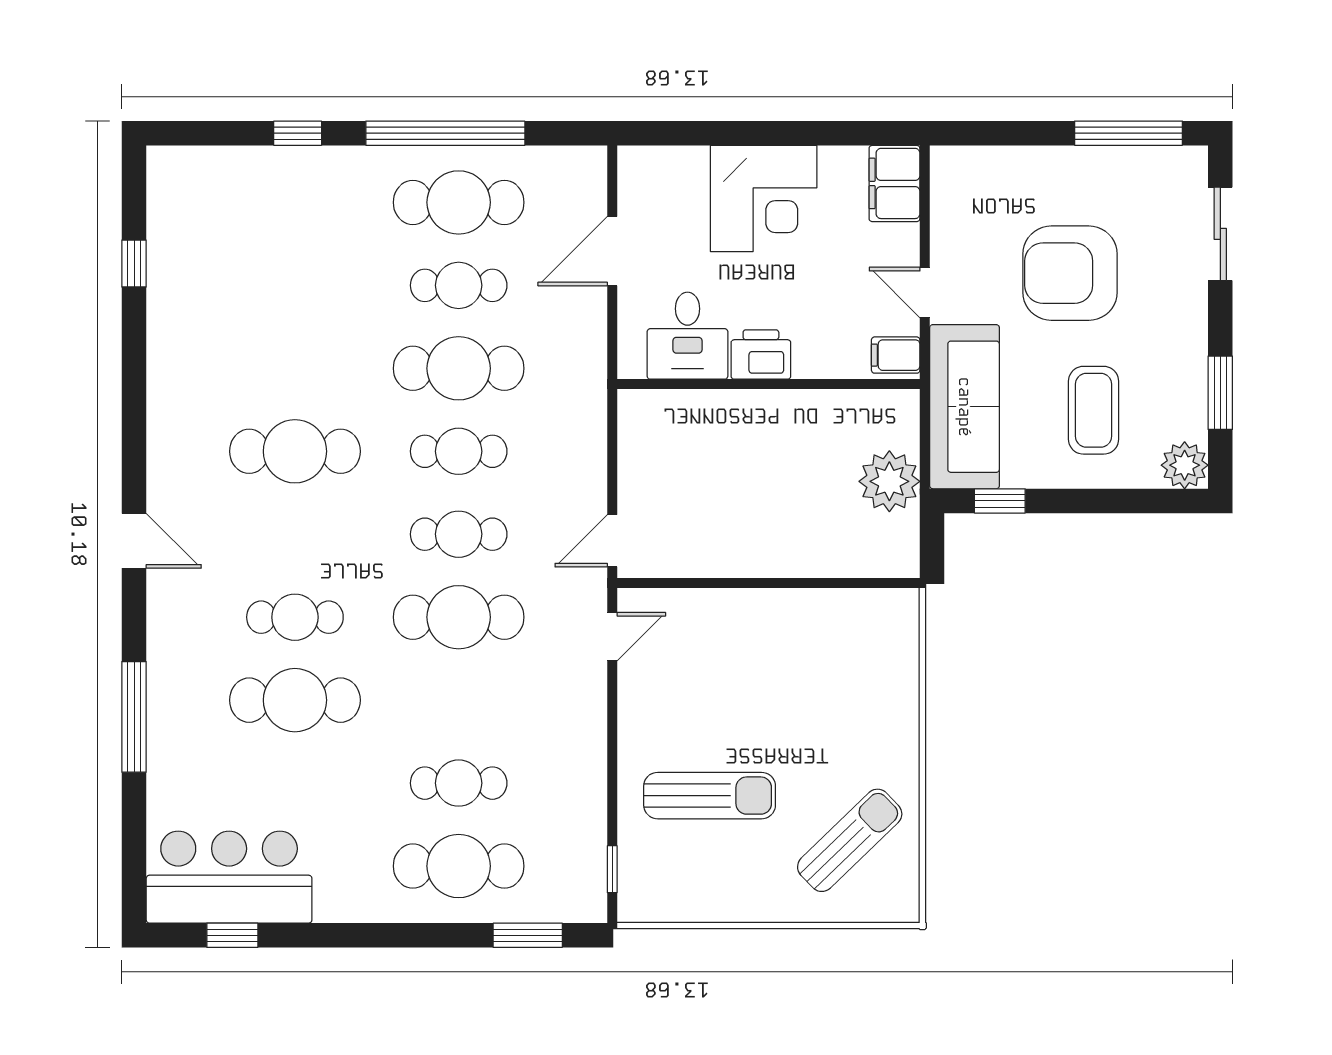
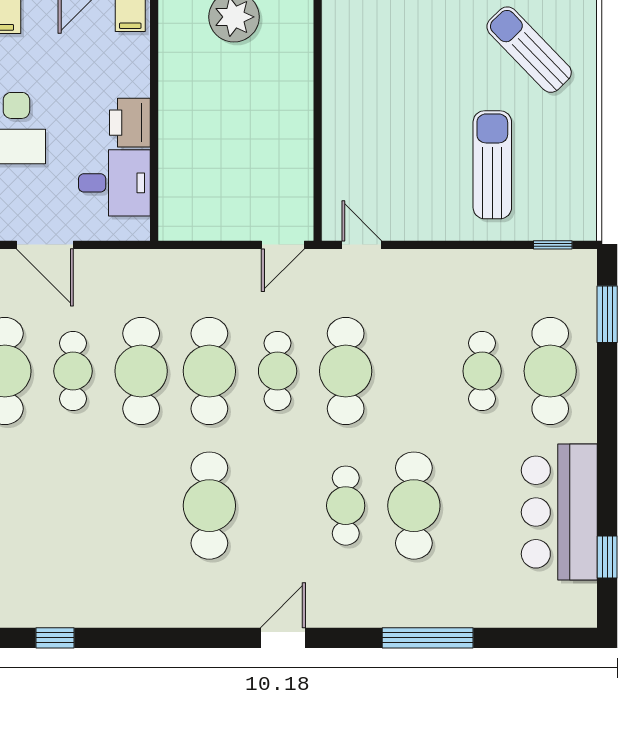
cafe table: (459, 451) -> (209, 371), width x1.37, depth x1.35
door: (612, 541) -> (283, 245), hinge flipped
bar counter: (229, 877) -> (559, 512), moved

